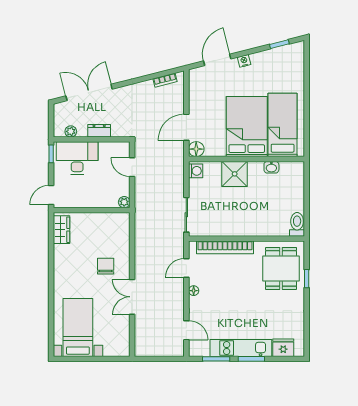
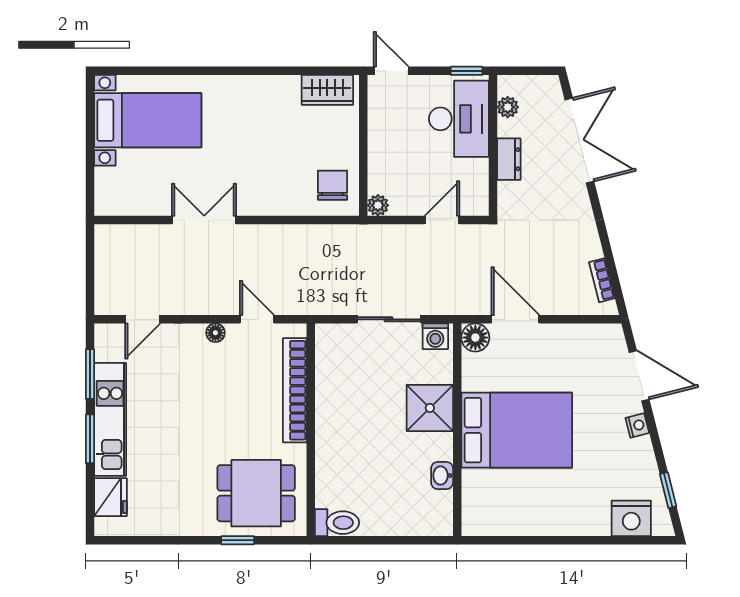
nightstand: (295, 64) -> (631, 518), added
bed: (283, 125) -> (520, 496), removed
sliding door: (186, 215) -> (389, 319), moved
chair: (106, 266) -> (333, 185), moved, turned -90

